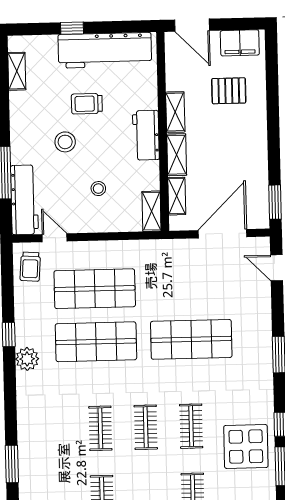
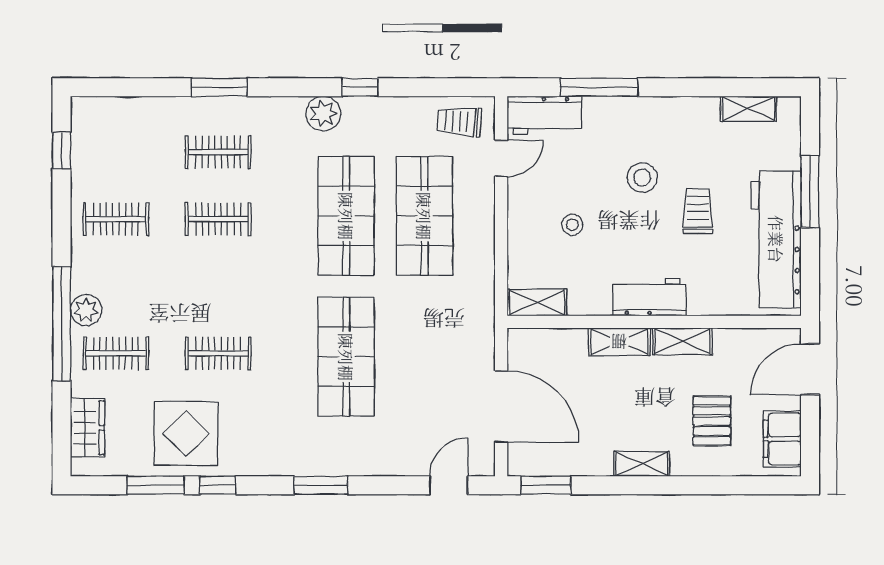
window: (72, 28) -> (810, 192), width x2.17
shelving: (177, 196) -> (642, 464), moved
workbench: (24, 200) -> (544, 115), width x0.73
clothes rail: (146, 427) -> (218, 152), moved
window: (12, 464) -> (219, 87), moved

